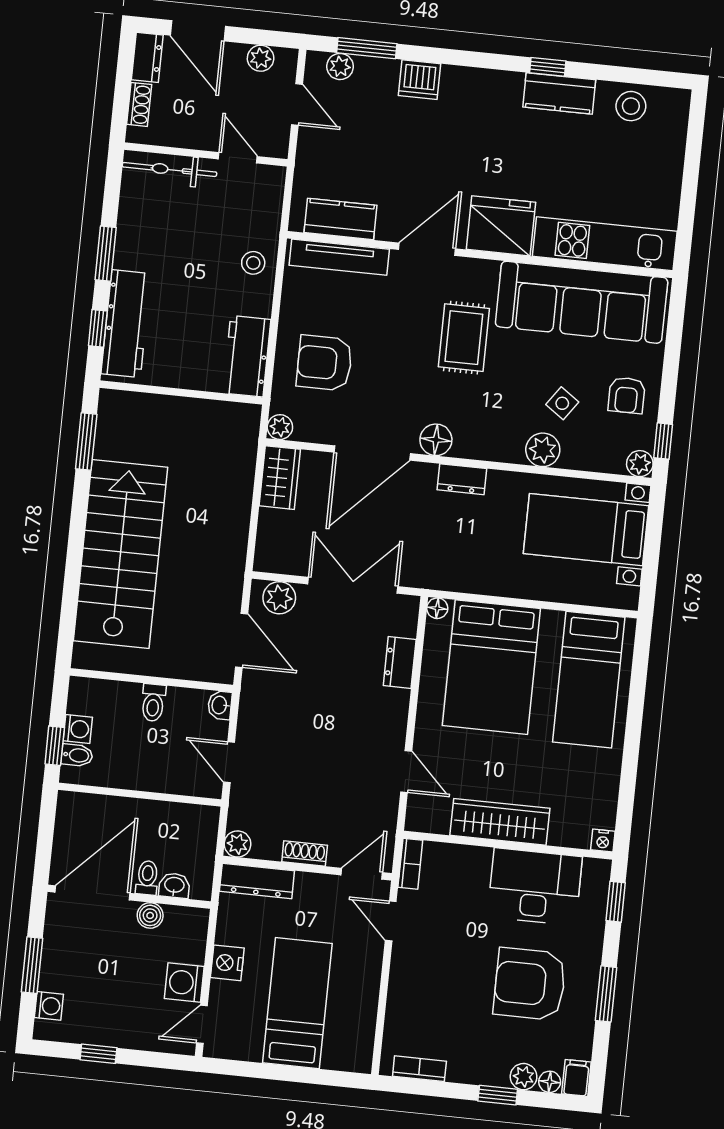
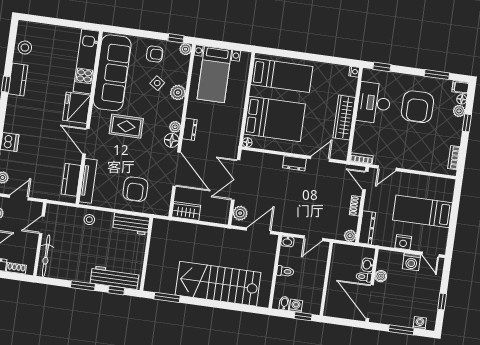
plant: (280, 427) -> (175, 127), moved
dresser: (400, 663) -> (294, 163), moved
bidet: (77, 755) -> (284, 303), moved
window: (606, 994) -> (437, 75), moved

